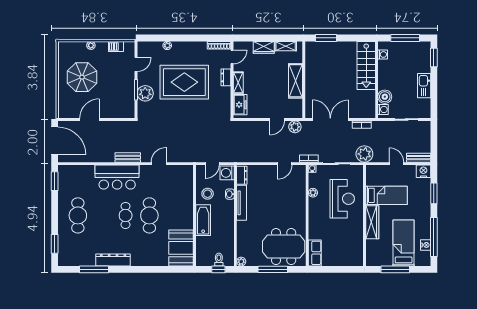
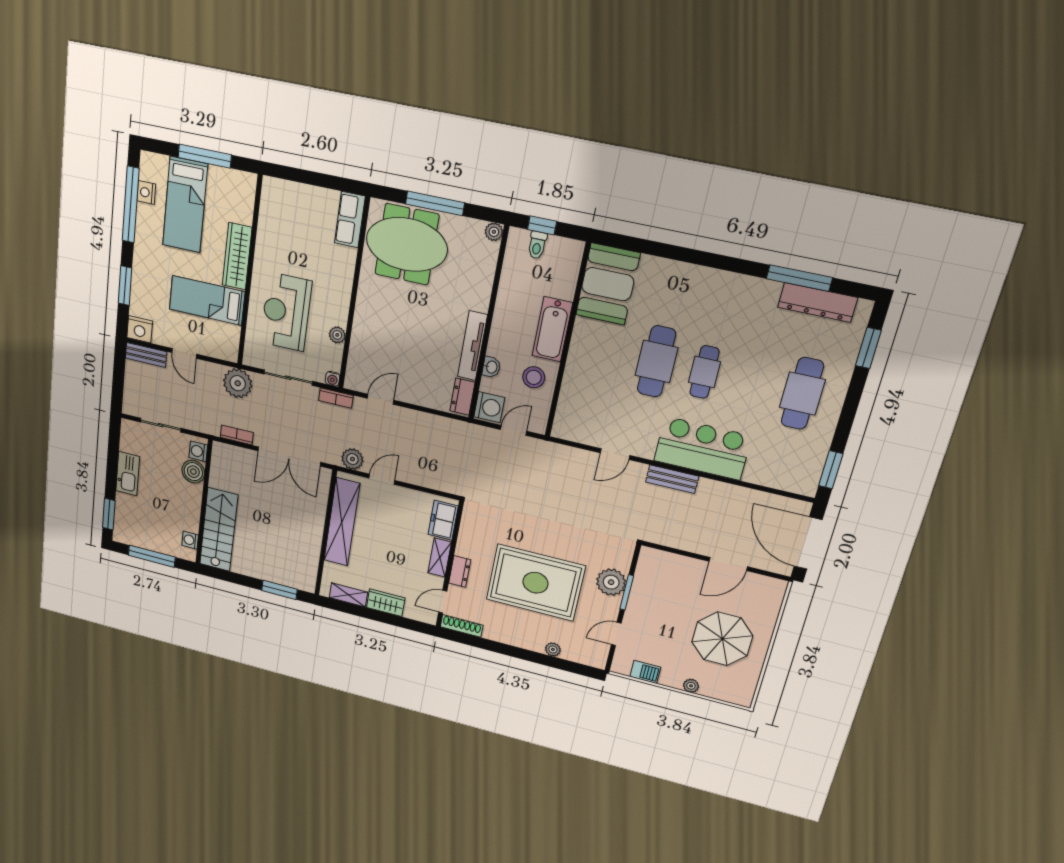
shelving: (296, 81) -> (342, 522), width x1.47
dresser: (113, 260) -> (817, 302), moved

